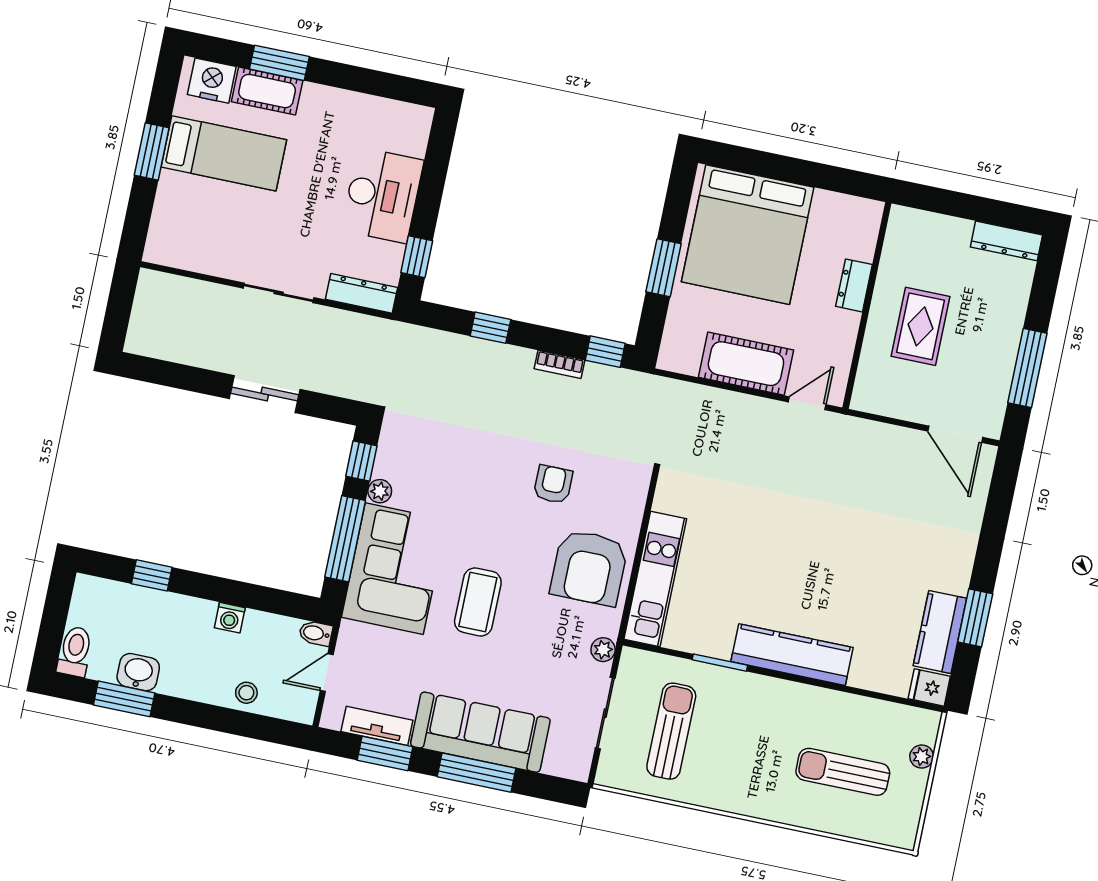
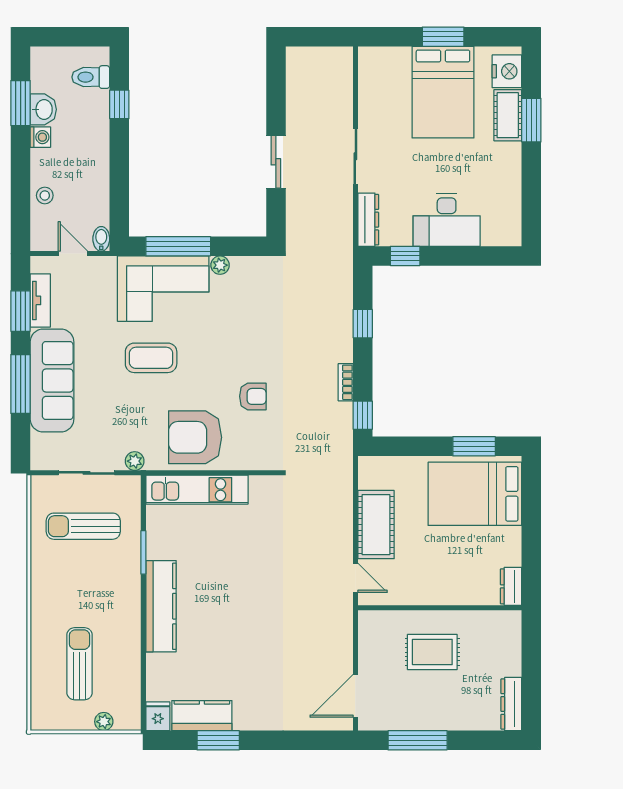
bed: (224, 153) -> (443, 92), width x1.50
bed: (748, 235) -> (475, 494), width x0.73
window: (664, 268) -> (474, 446), moved
dresser: (854, 285) -> (511, 586), moved, turned -90
window: (361, 461) -> (240, 246), removed
washing machine: (230, 618) -> (40, 137), moved, turned 180
toilet: (75, 651) -> (91, 77), moved, turned 180
sun lounger: (671, 731) -> (83, 526), turned 180

